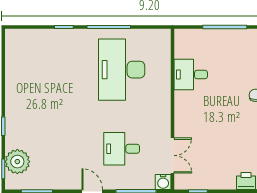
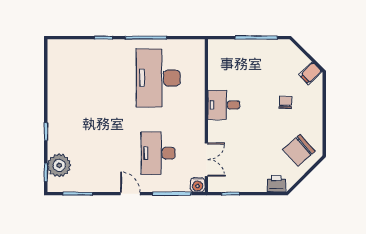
desk: (191, 75) -> (224, 105), moved
desk: (122, 149) -> (158, 153), width x1.37

